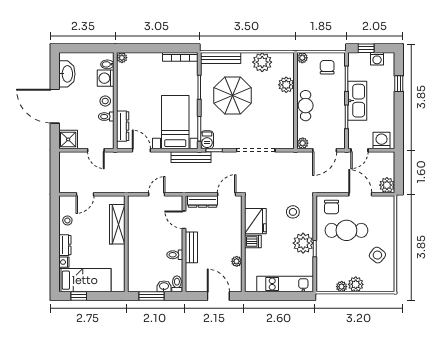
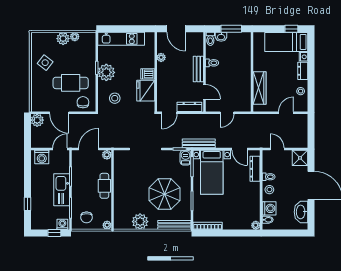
washing machine: (377, 59) -> (62, 224), moved
plant: (286, 85) -> (120, 203), removed

